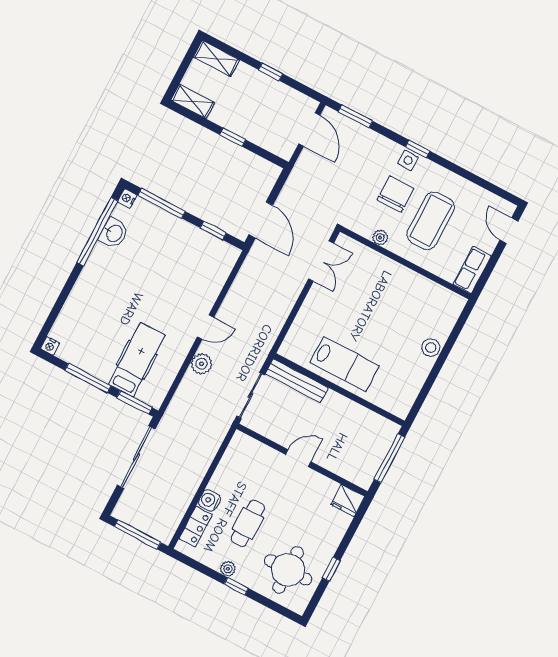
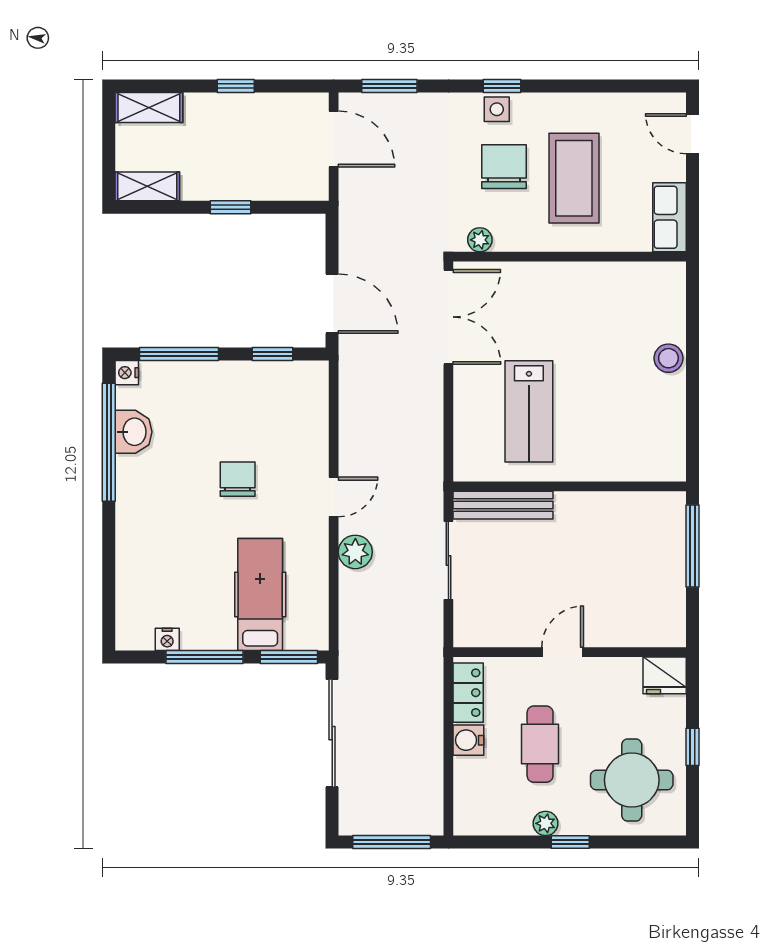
plant: (380, 238) -> (480, 240), moved
double door: (321, 261) -> (448, 317), width x1.37
chair: (158, 289) -> (238, 479), added
nightstand: (50, 346) -> (167, 639), moved
lab bench: (345, 364) -> (529, 411), moved, turned 90
door: (298, 458) -> (563, 652), moved
wall: (302, 460) -> (570, 652), moved
fridge: (348, 501) -> (665, 675), moved
locker: (196, 527) -> (468, 693), moved

